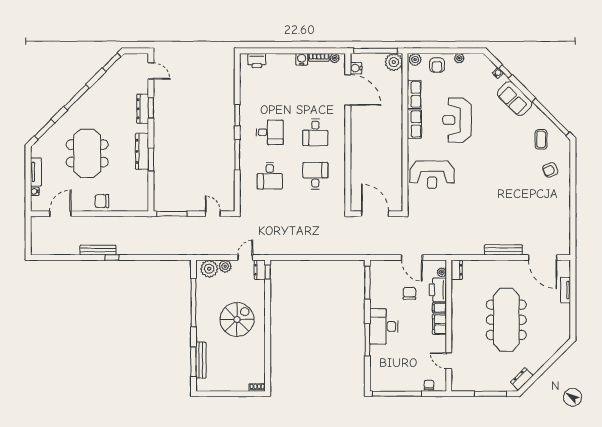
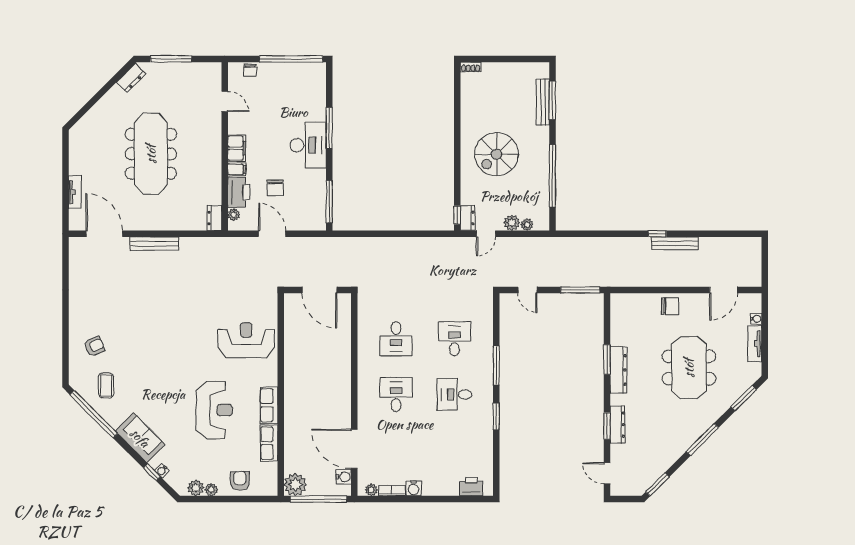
plant: (415, 60) -> (196, 488), moved
plant: (209, 269) -> (527, 225), width x0.53, depth x0.53

